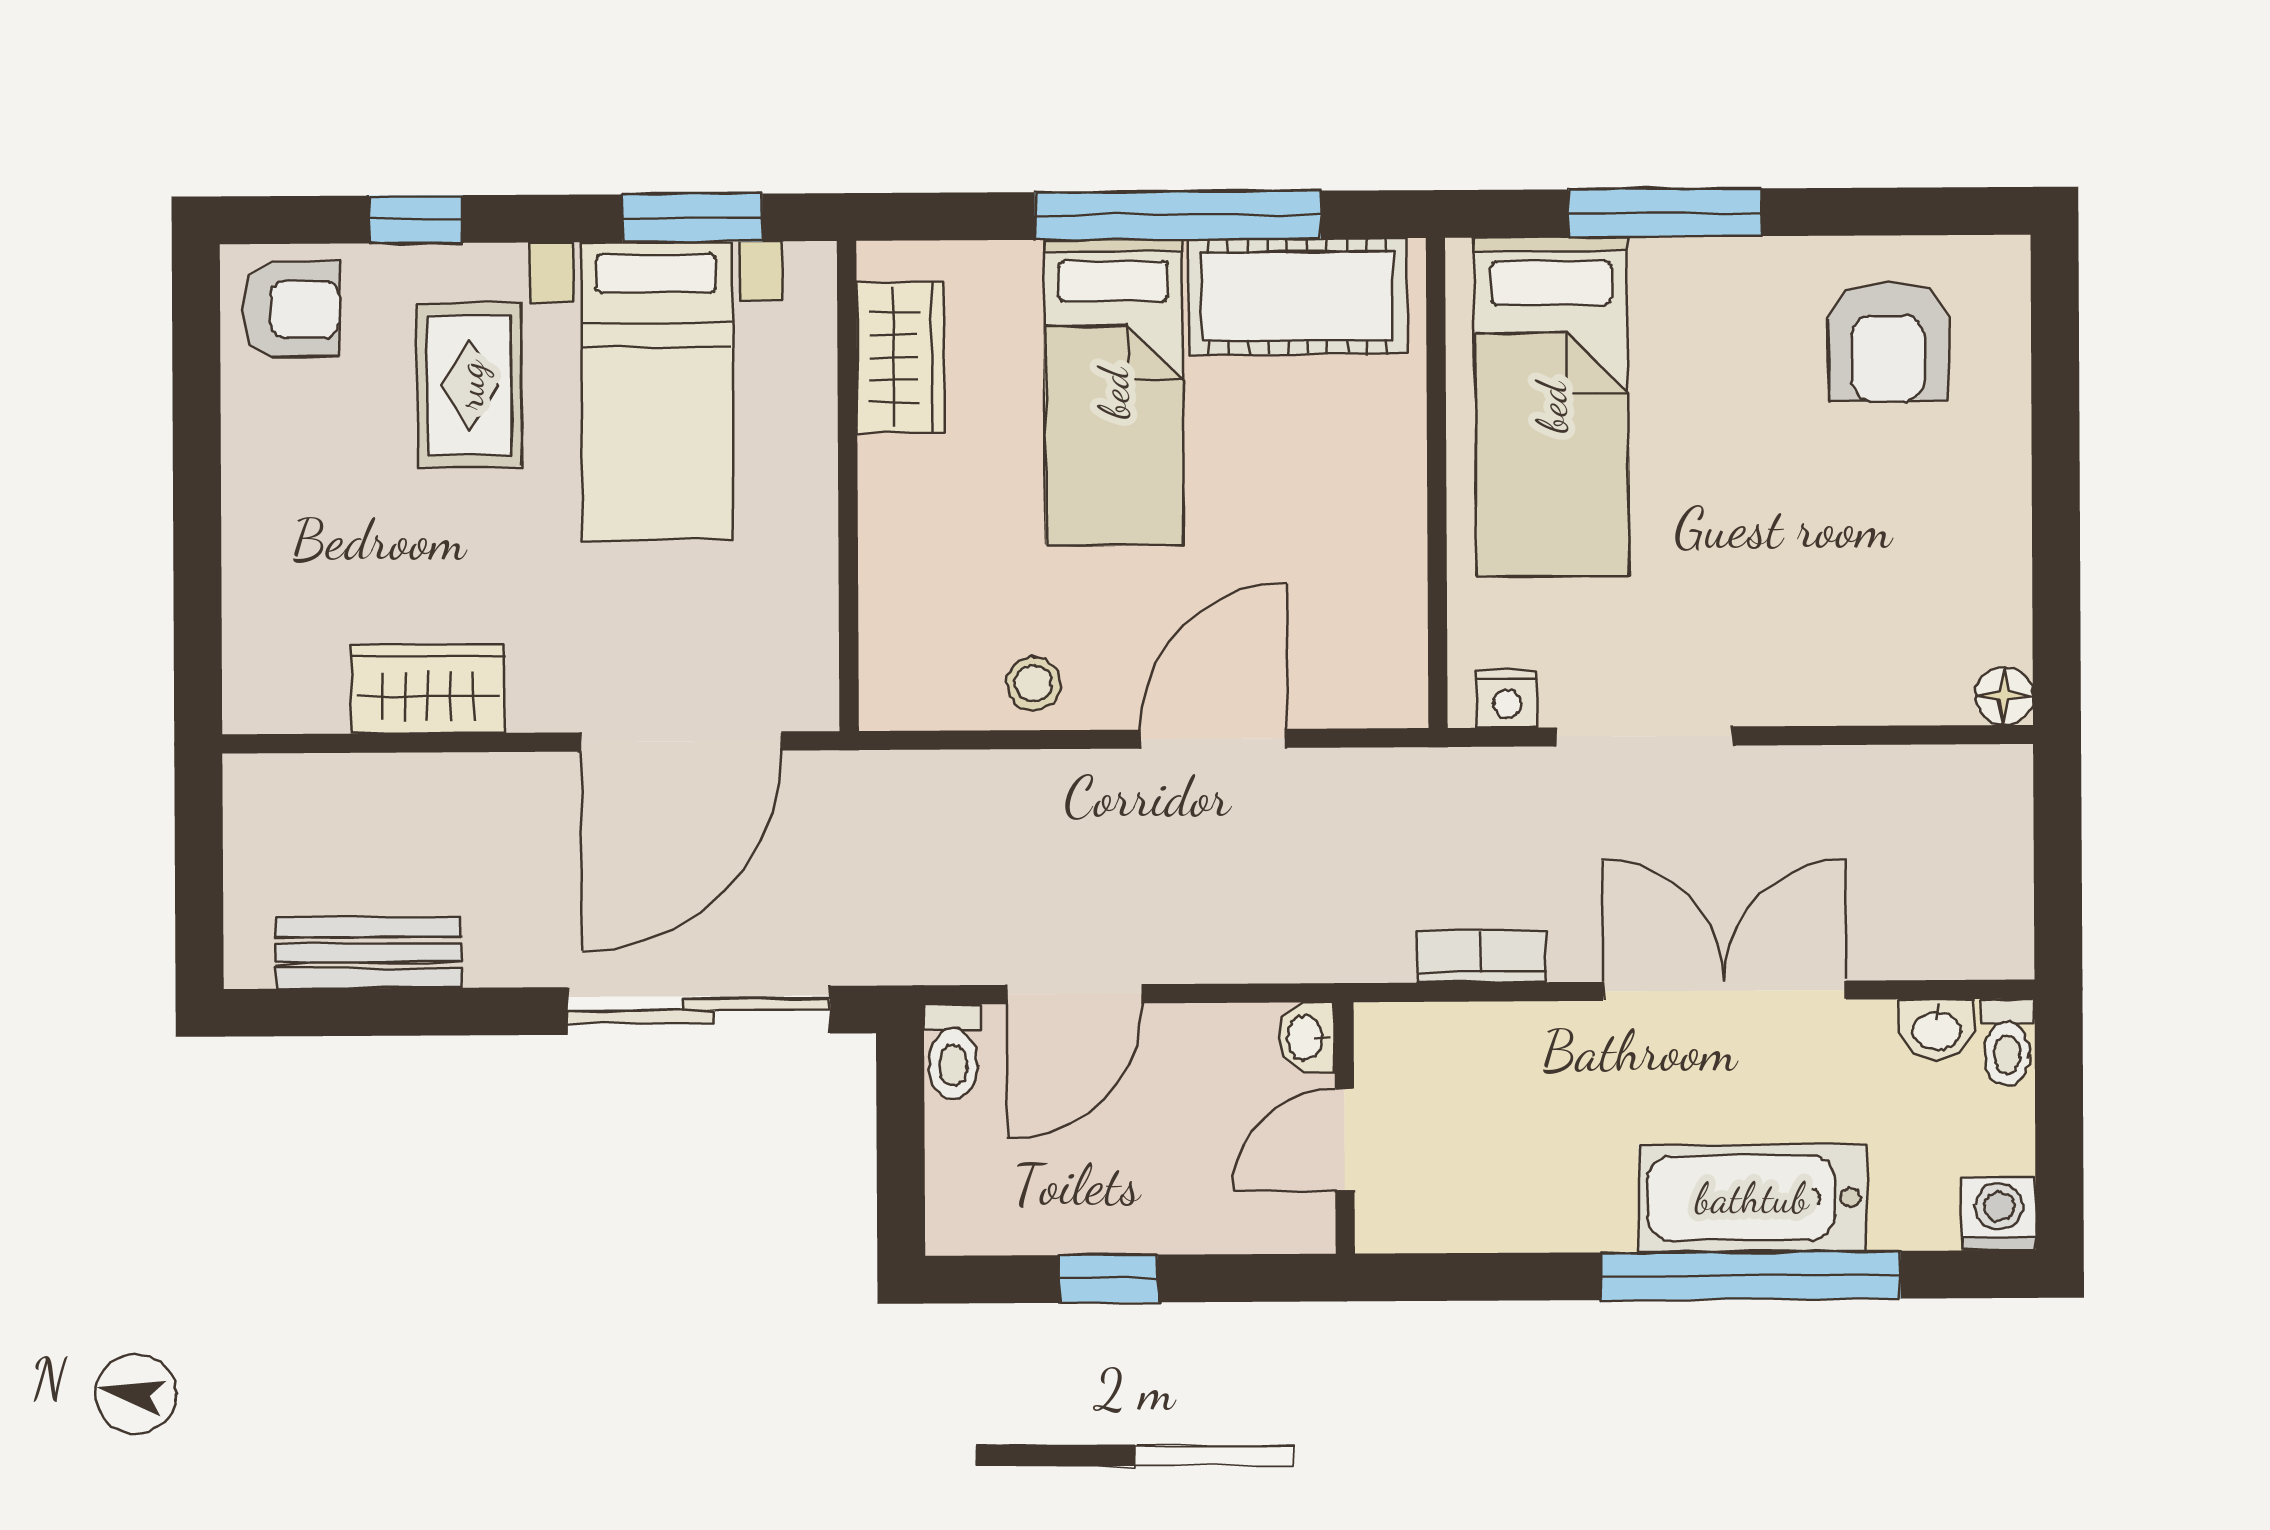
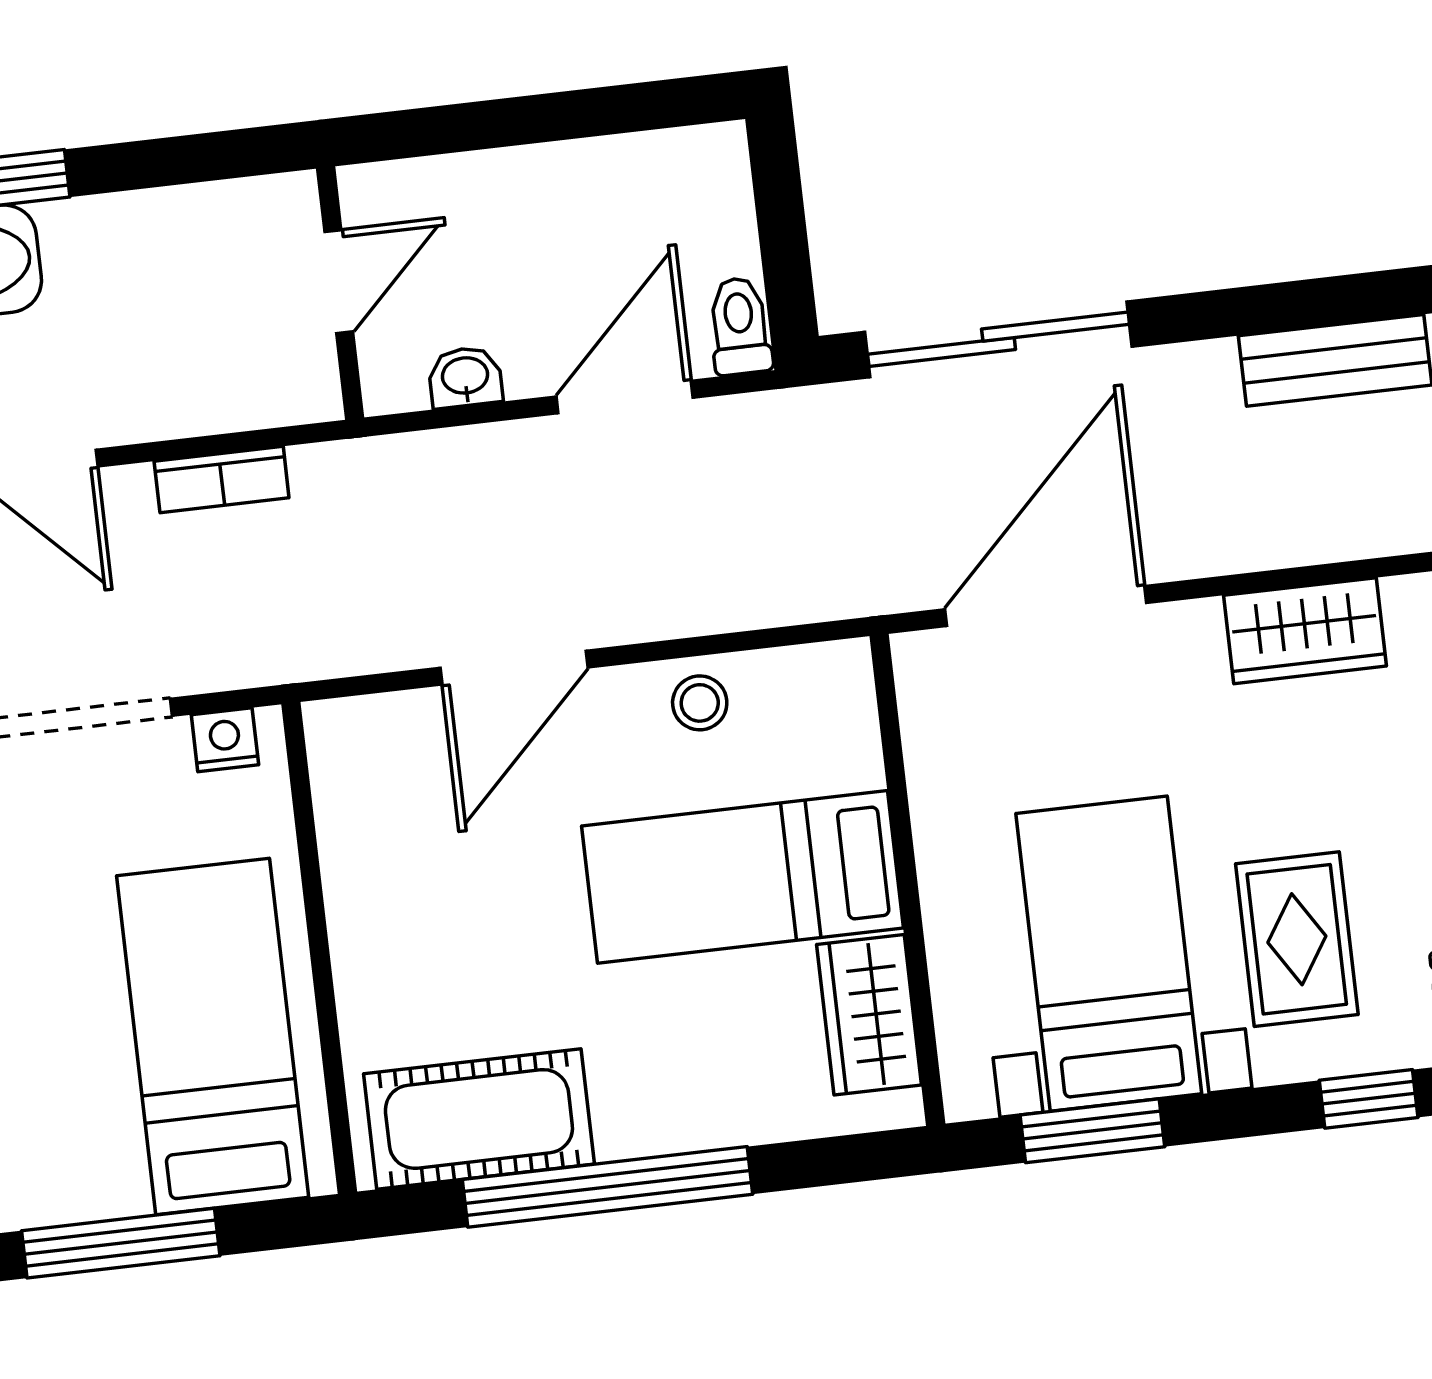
bed: (1114, 393) -> (743, 877), moved, turned -90
washbasin: (1306, 1037) -> (465, 377), moved, turned -90
window: (1109, 1279) -> (559, 116), removed

